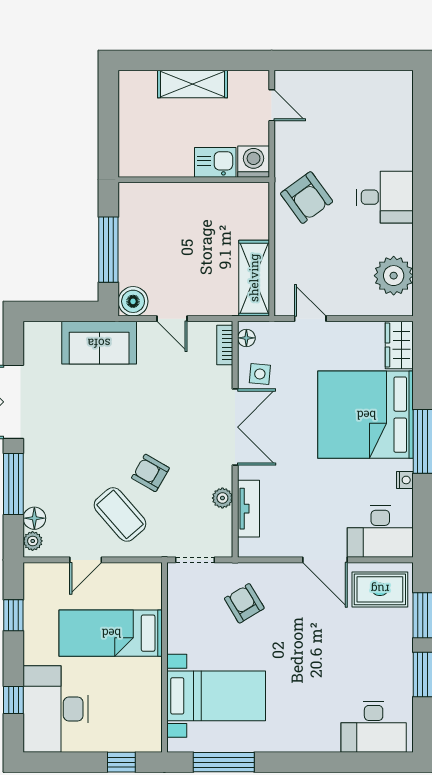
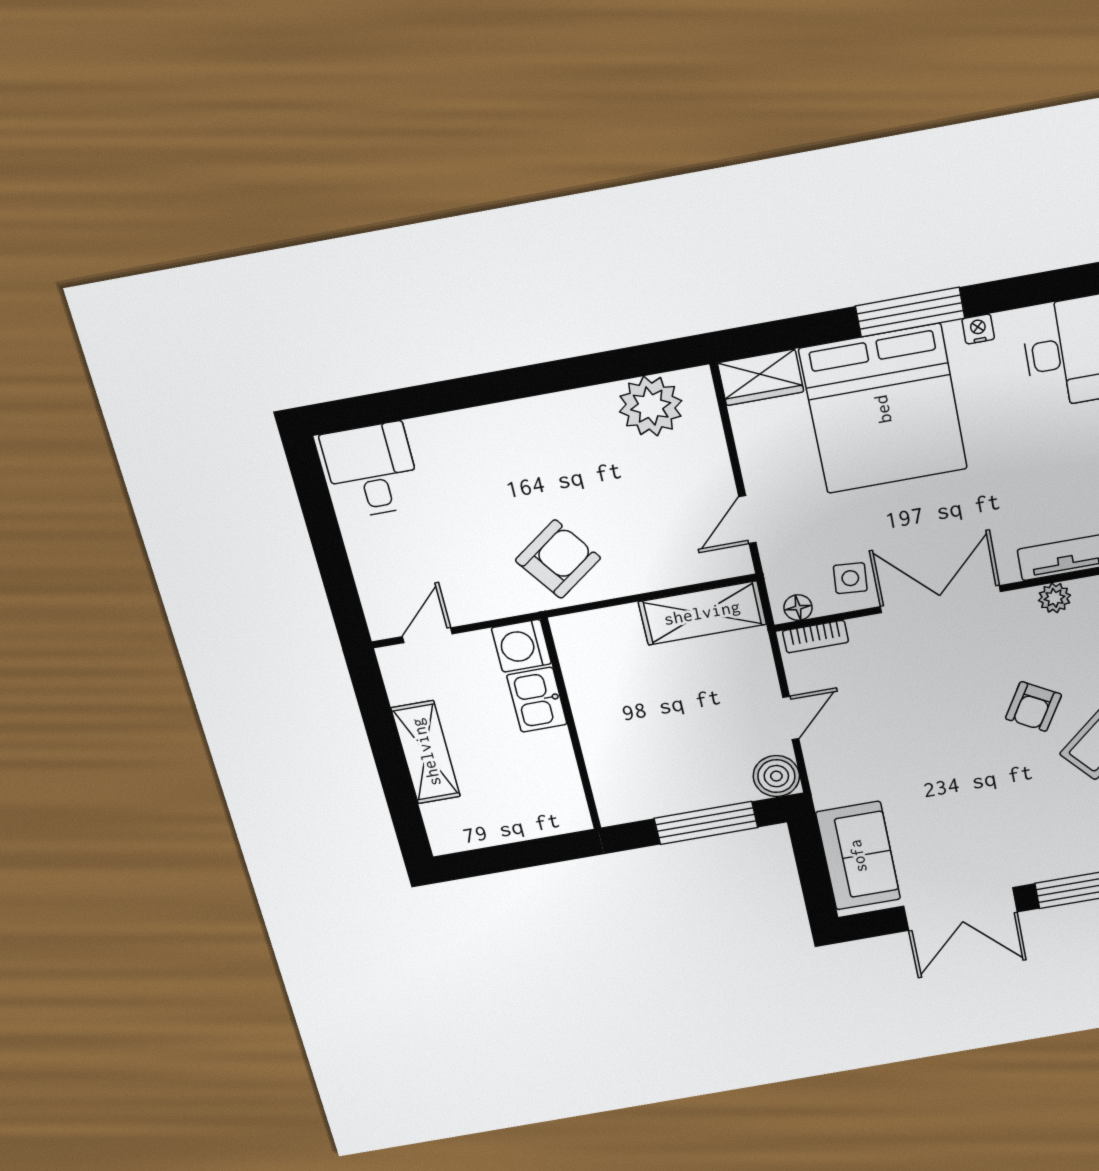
desk: (385, 197) -> (372, 470), moved
sofa: (99, 343) -> (858, 856), moved

